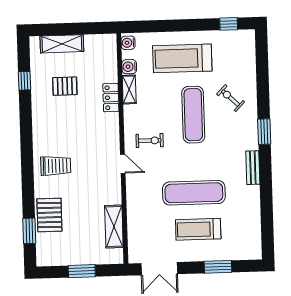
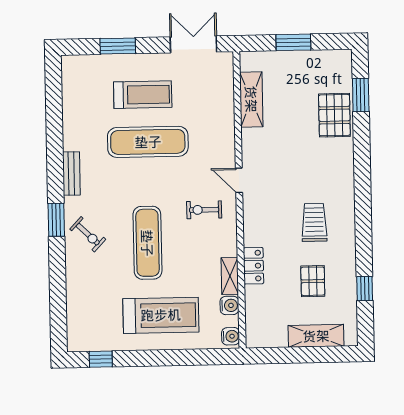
pallet: (65, 86) -> (313, 281), turned 90
exercise bike: (231, 98) -> (88, 234), moved
trolley: (56, 166) -> (314, 222), moved, turned 90

